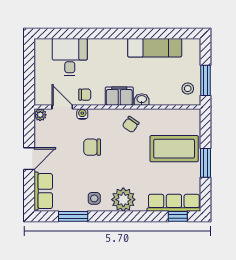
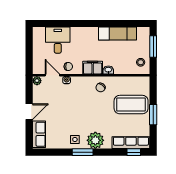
window: (206, 80) -> (153, 46), moved
chair: (92, 147) -> (73, 103), removed
window: (73, 216) -> (83, 152), moved

